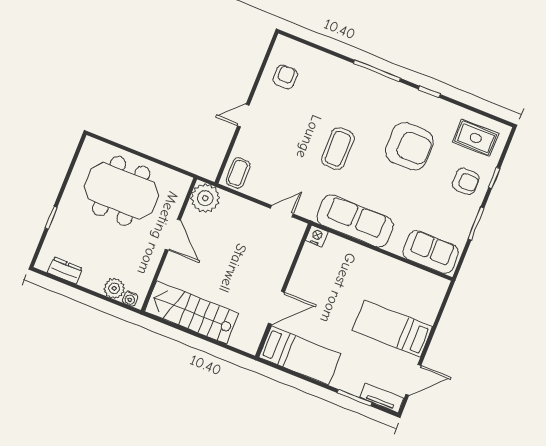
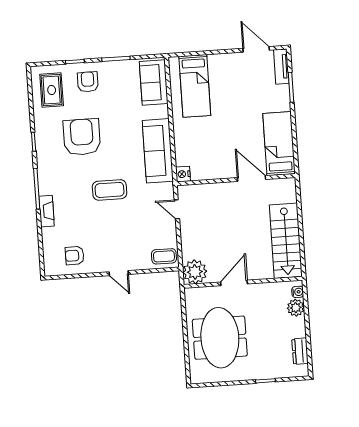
fireplace: (348, 70) -> (47, 211), added
bed: (392, 329) -> (195, 86), moved

